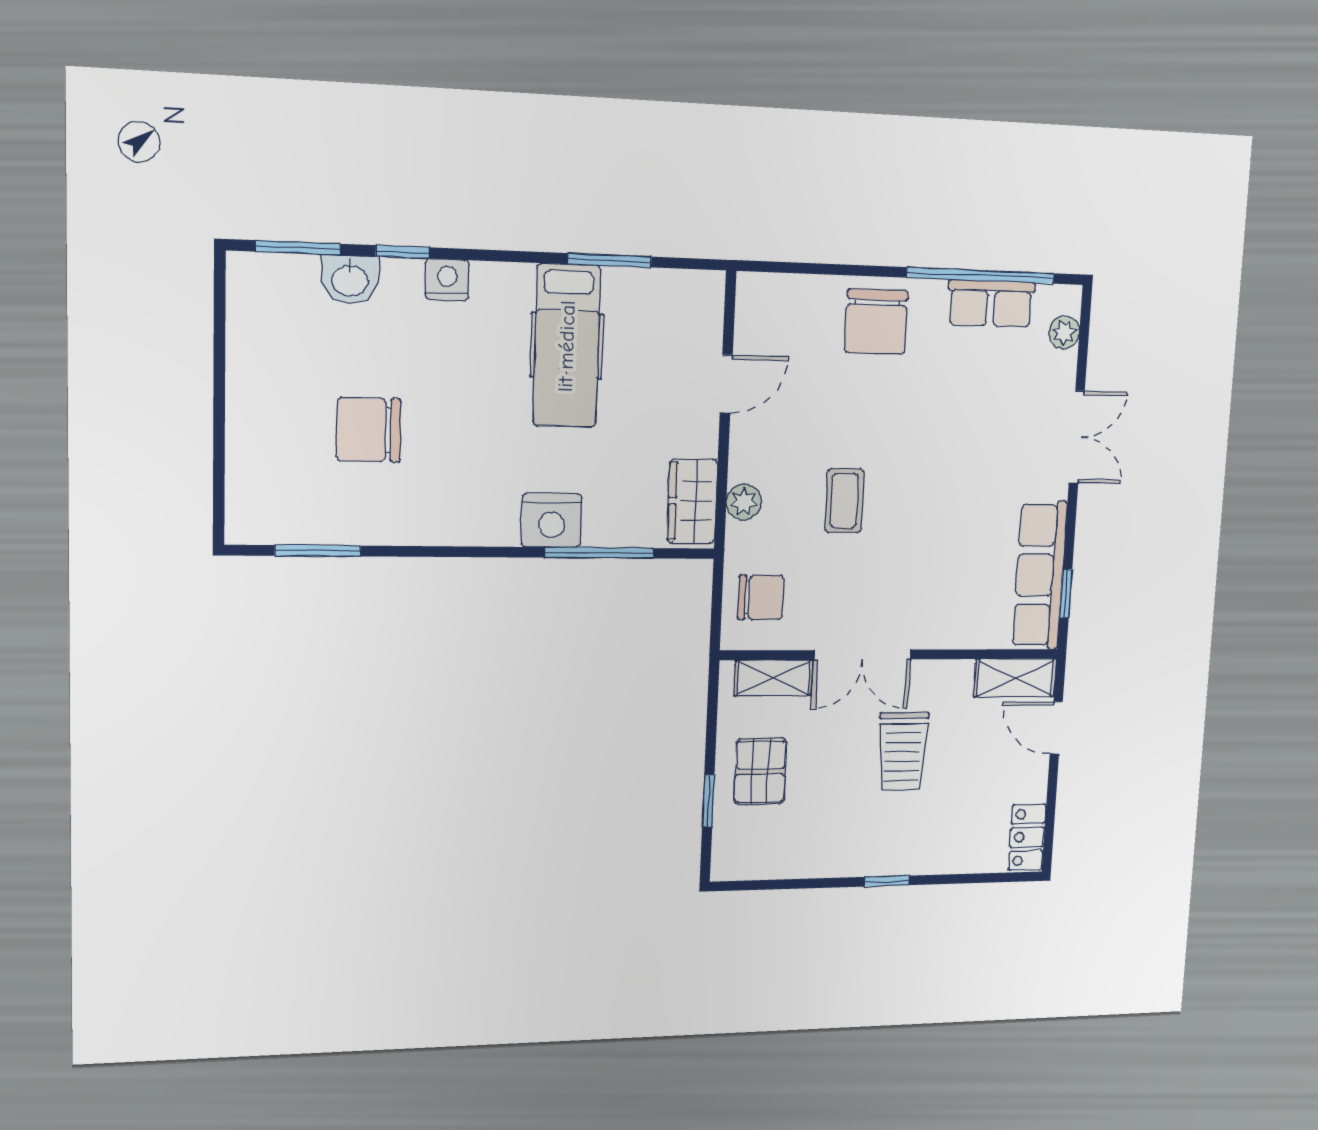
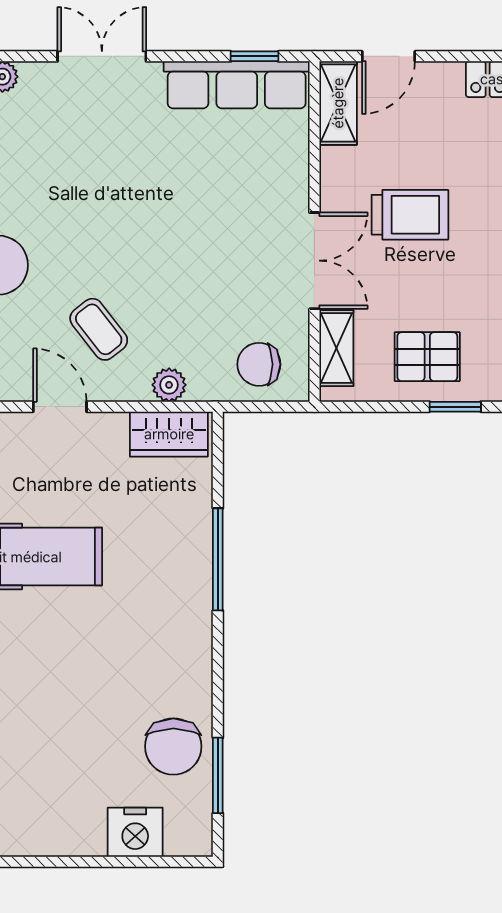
chair: (369, 430) -> (173, 746), moved
coffee table: (844, 501) -> (99, 329), moved, turned 52
nightstand: (552, 520) -> (135, 832), moved, turned 90
window: (599, 553) -> (218, 559), moved
chair: (761, 597) -> (259, 364), turned -90

